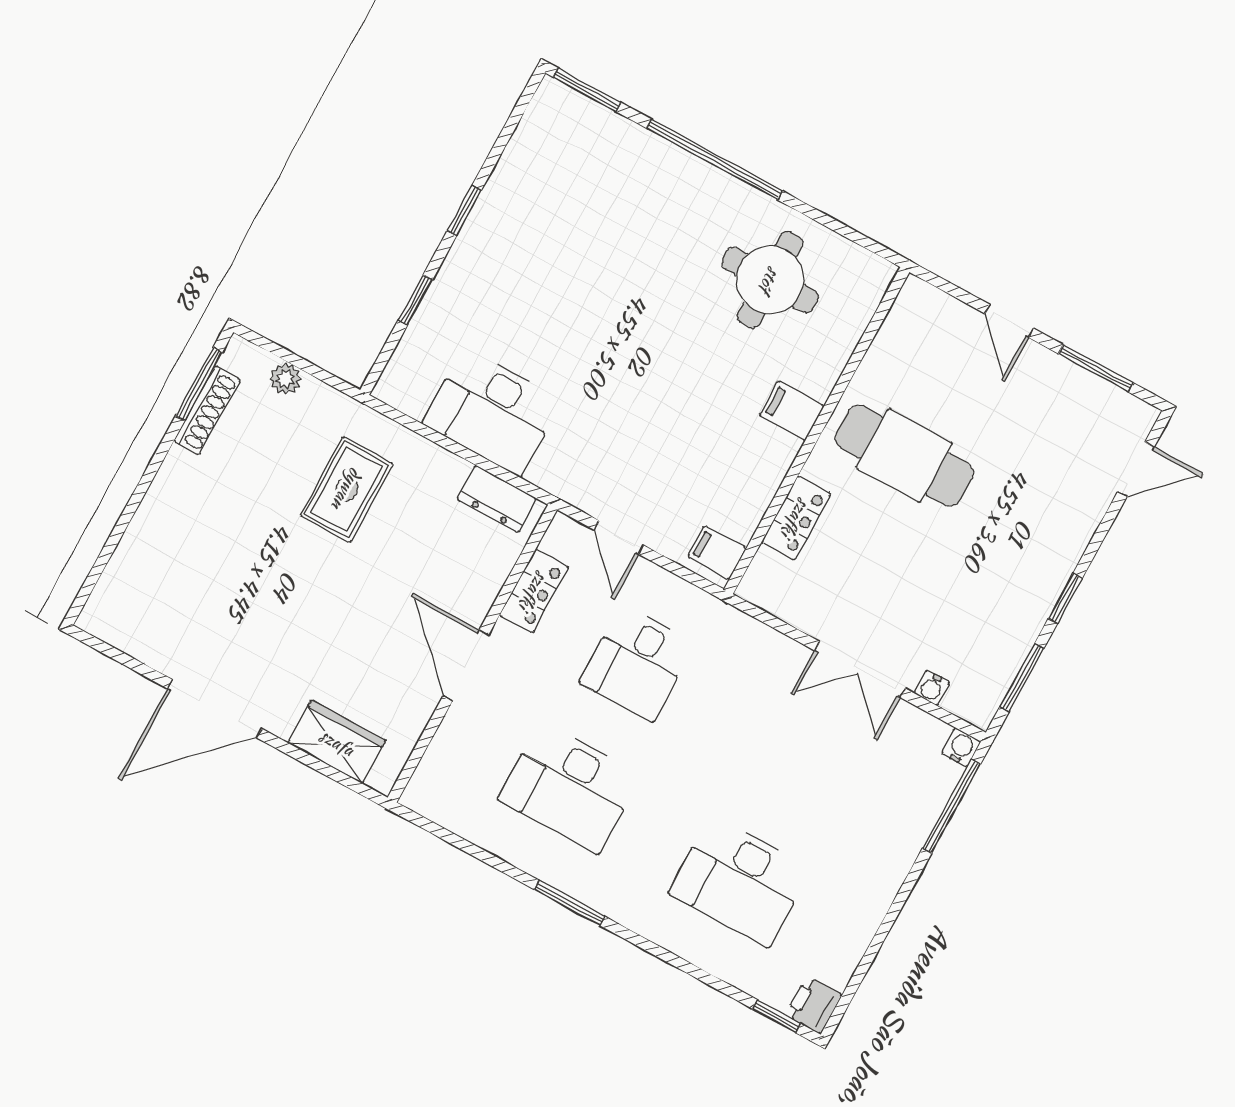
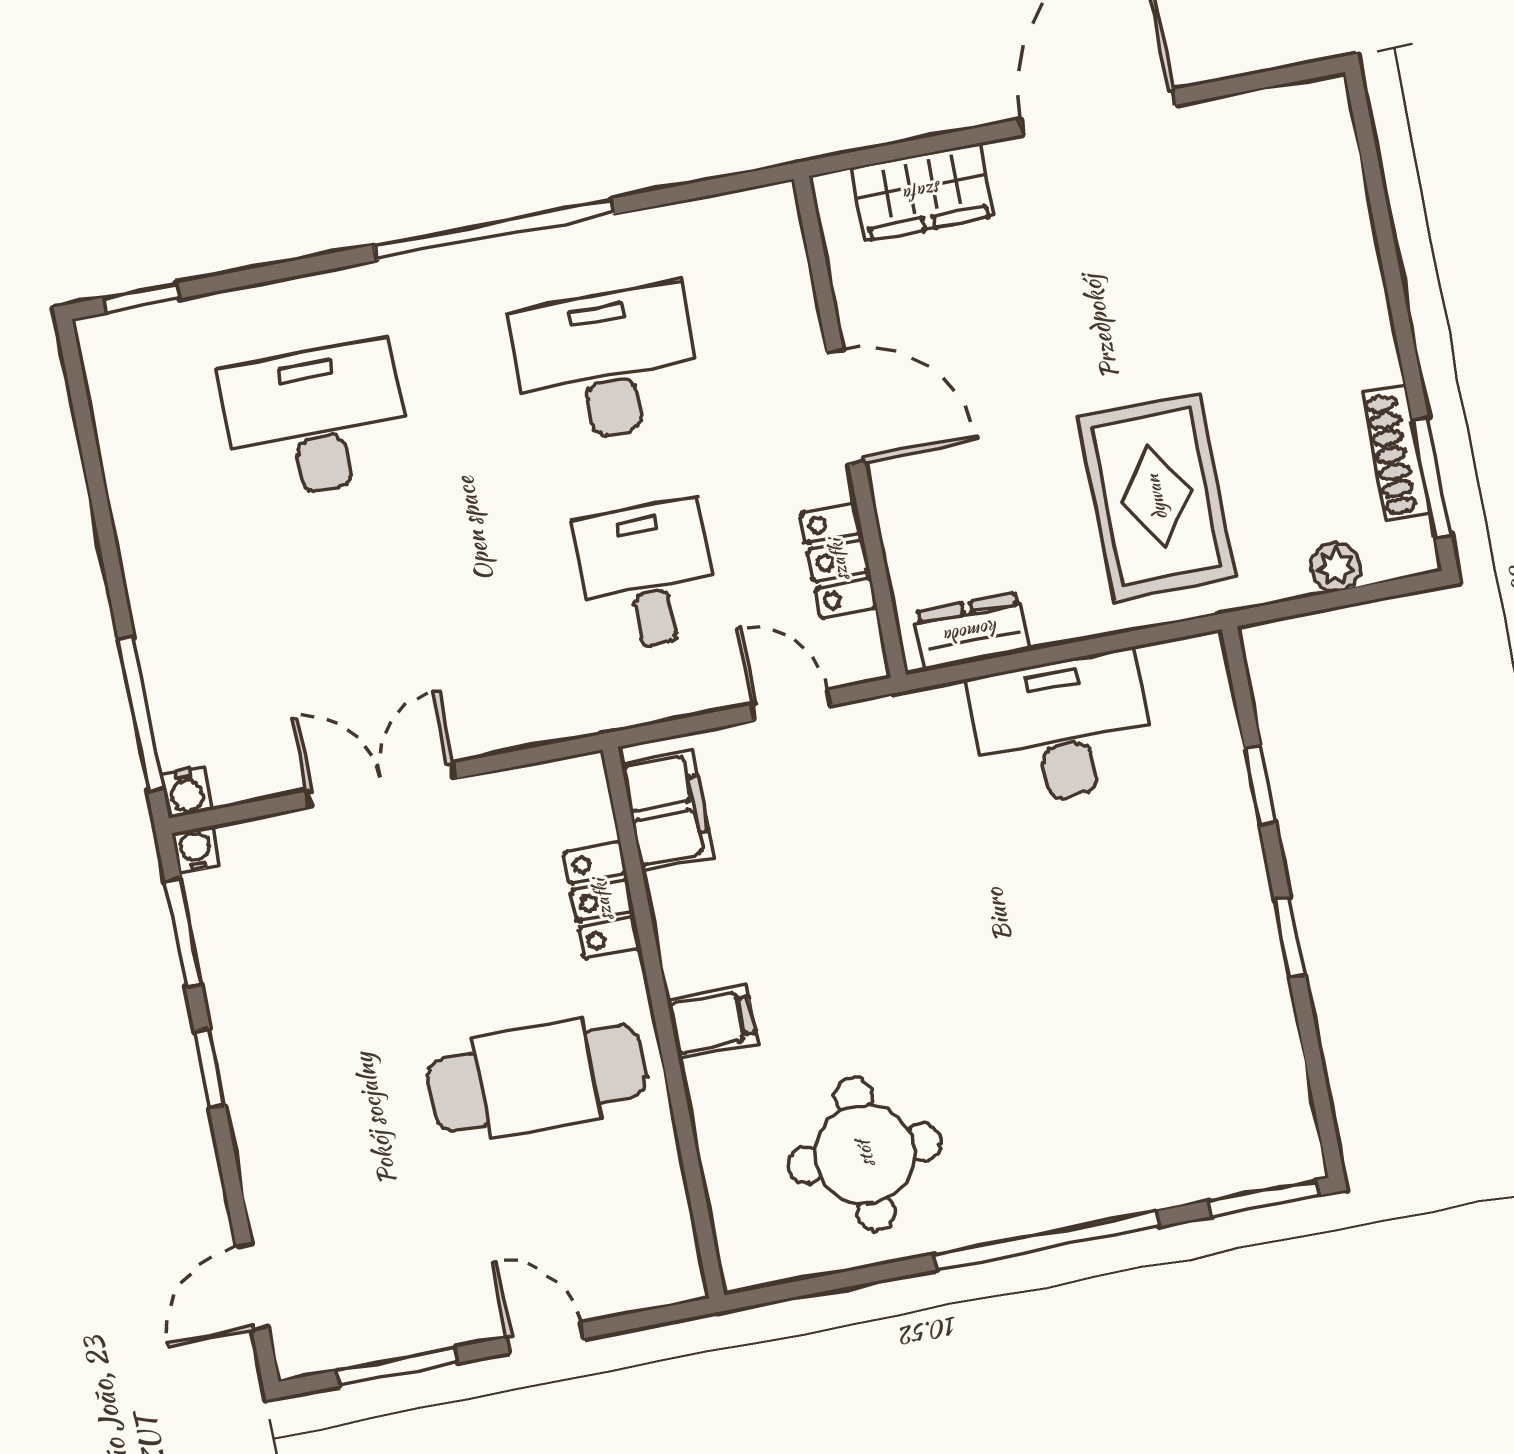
rug: (347, 489) -> (1156, 497), width x1.36, depth x1.43
filing cabinet: (717, 552) -> (667, 810), width x2.00
water cooler: (932, 688) -> (196, 850), moved
window: (570, 903) -> (494, 230), width x2.11
printer: (813, 1005) -> (109, 347), removed

